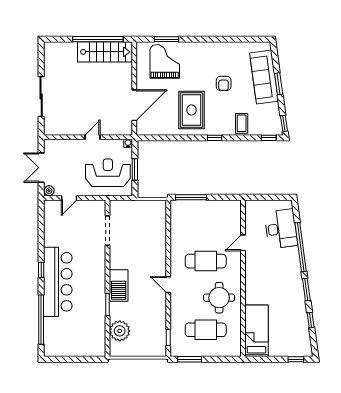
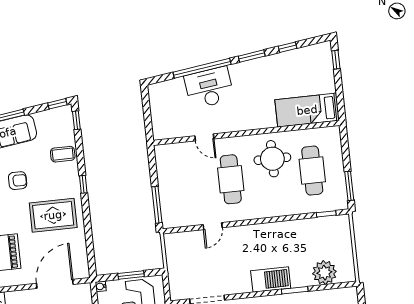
door: (134, 105) -> (55, 284), hinge flipped
desk: (281, 229) -> (209, 88), moved
door: (168, 285) -> (213, 226), moved

